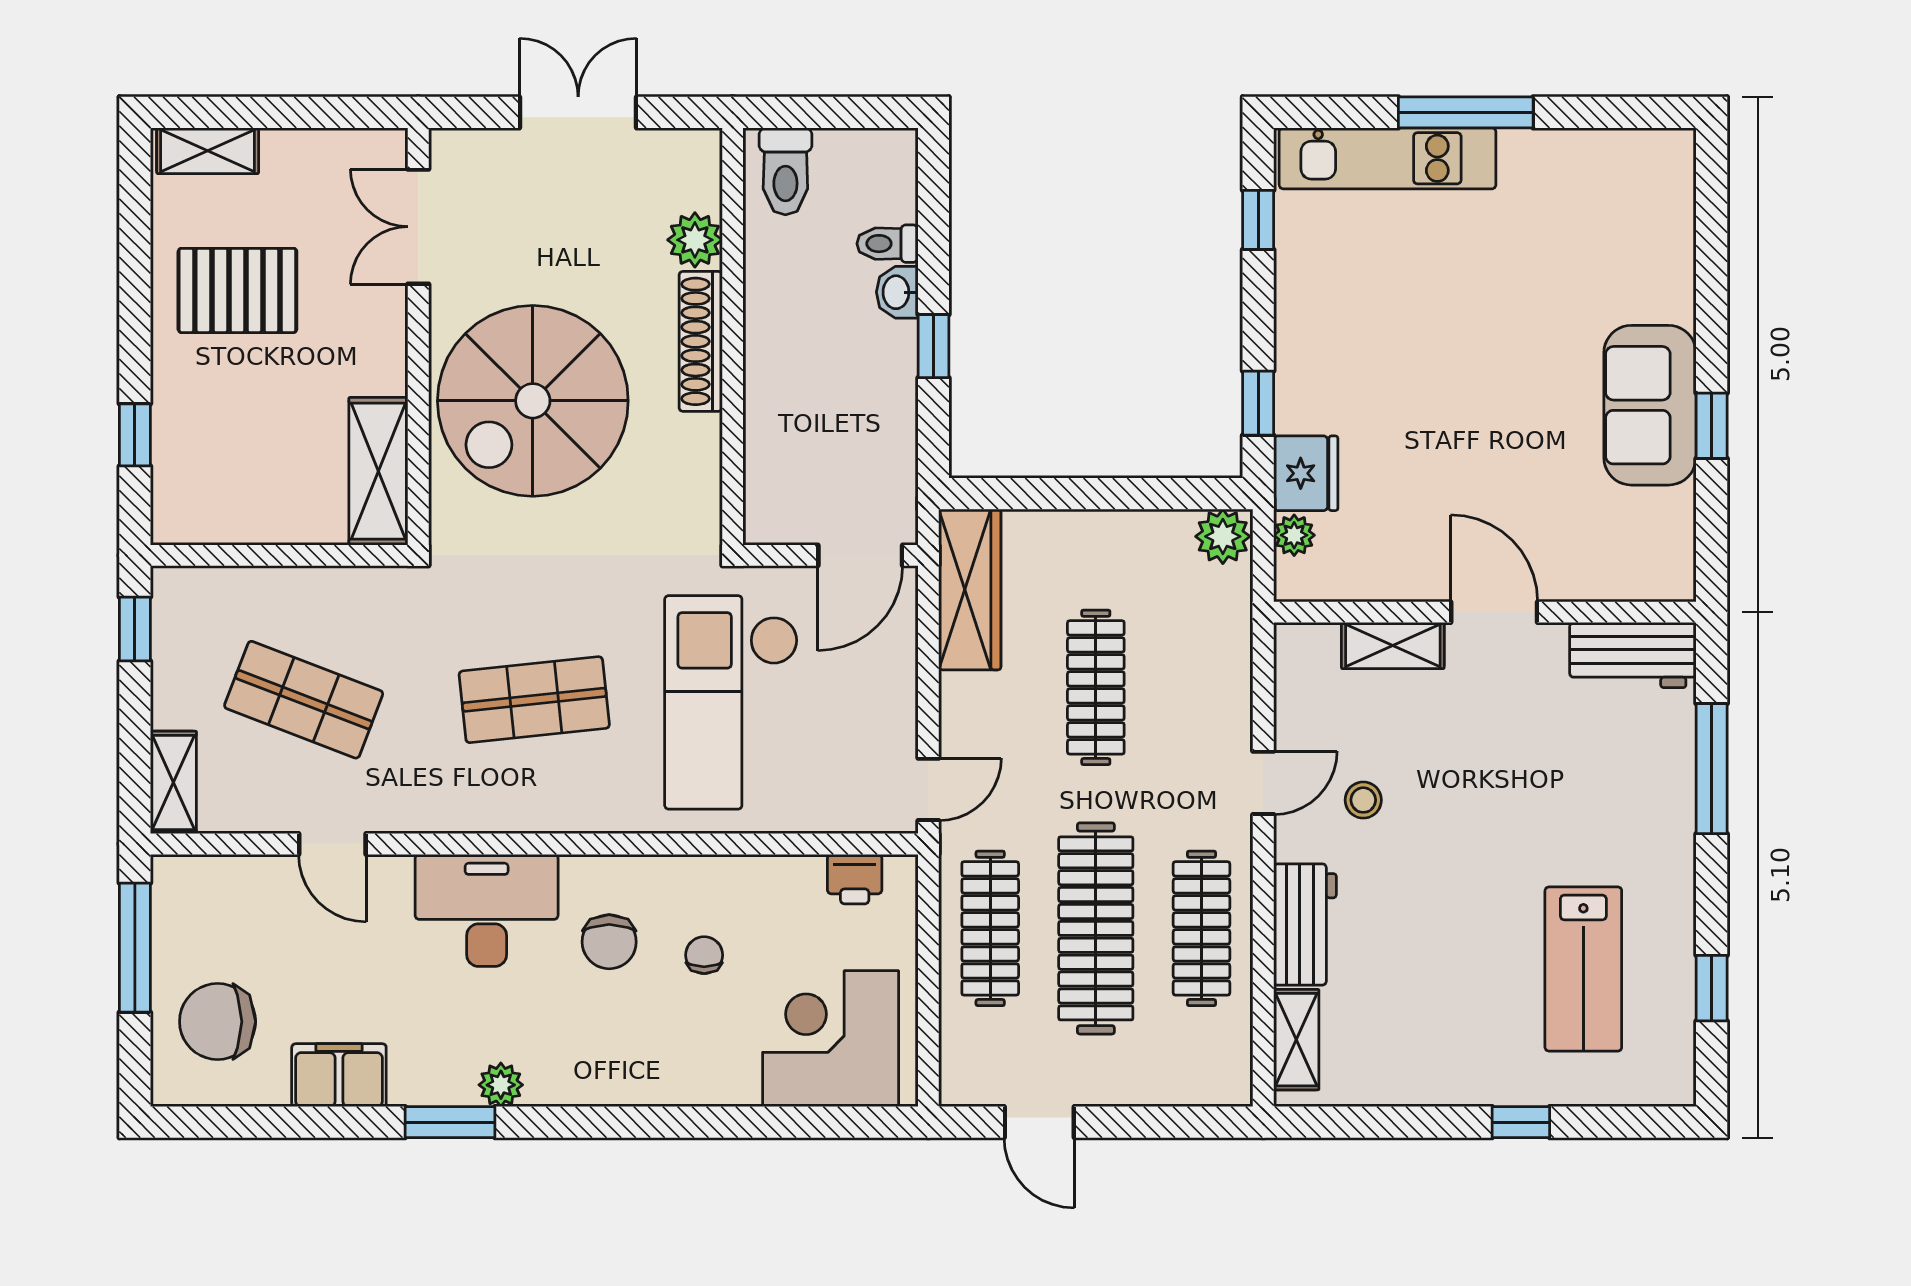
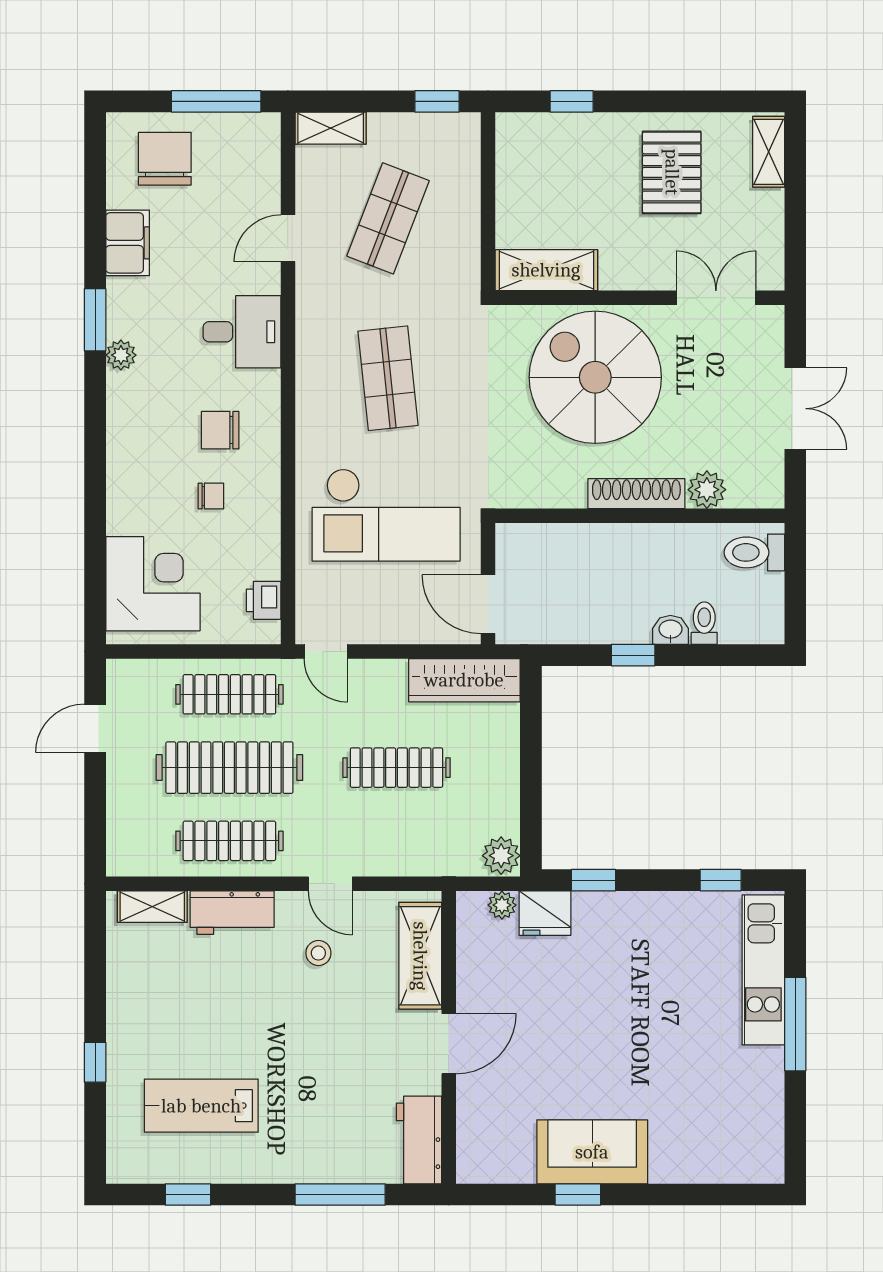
shelving: (1393, 646) -> (420, 956), width x1.50, depth x1.33
checkout: (731, 702) -> (386, 515), turned 180
desk: (487, 910) -> (242, 332), width x0.73

